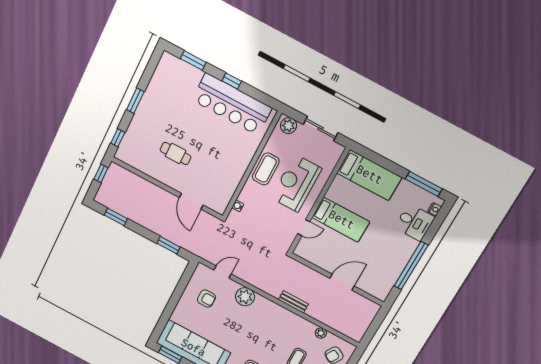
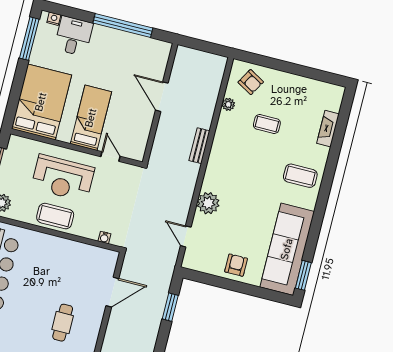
bed: (369, 175) -> (41, 102), width x1.50
armchair: (206, 299) -> (236, 265), moved

